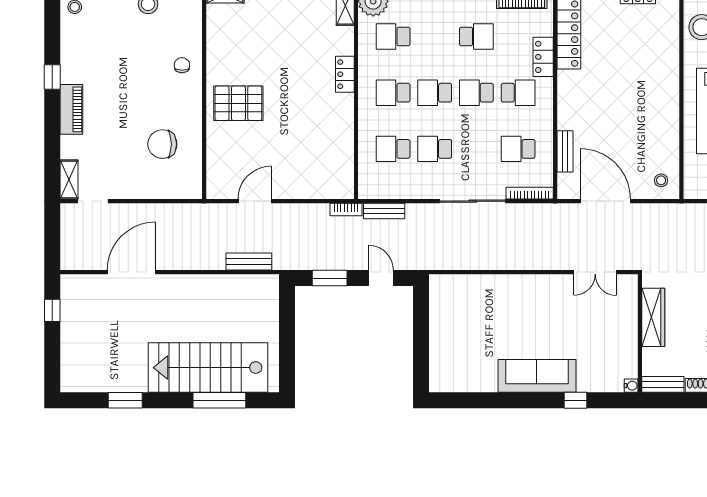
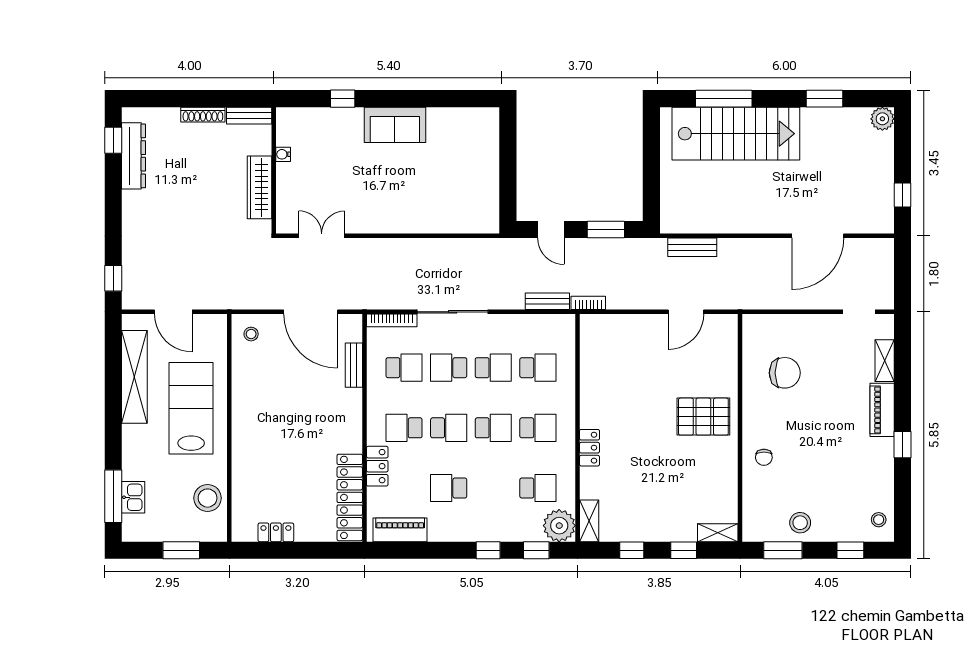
school desk: (476, 149) -> (449, 368), added
shelving: (69, 180) -> (885, 361), moved
sofa: (537, 376) -> (395, 125), width x0.73
plant: (71, 381) -> (882, 119), added
water cooler: (631, 386) -> (283, 154), moved

